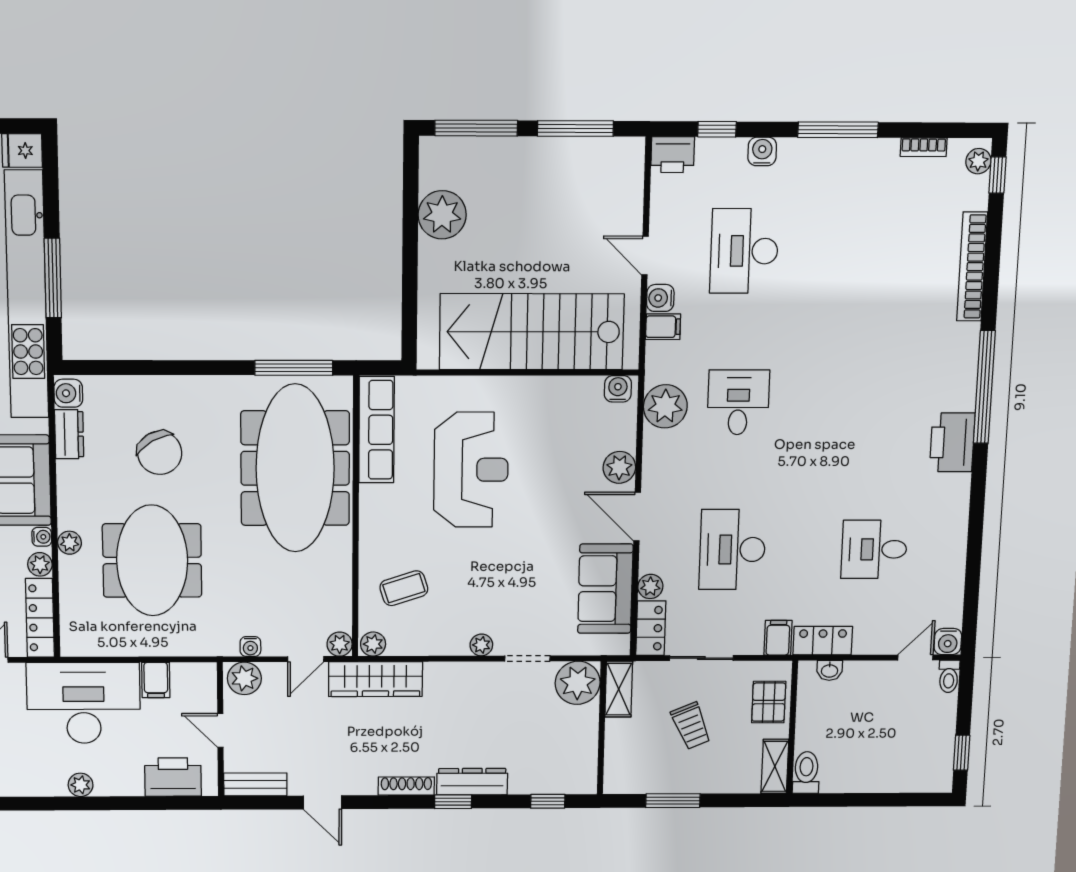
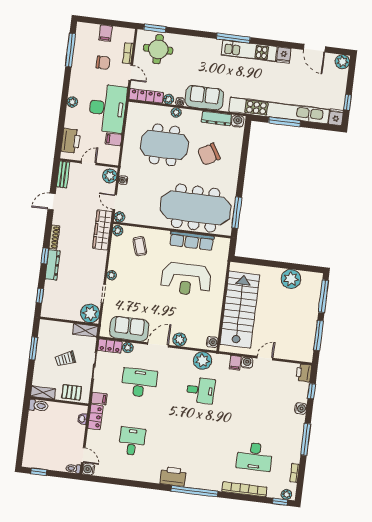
desk: (744, 251) -> (255, 457), moved, turned 180
row of seats: (377, 430) -> (192, 241), moved
dresser: (69, 434) -> (217, 118), width x1.44

